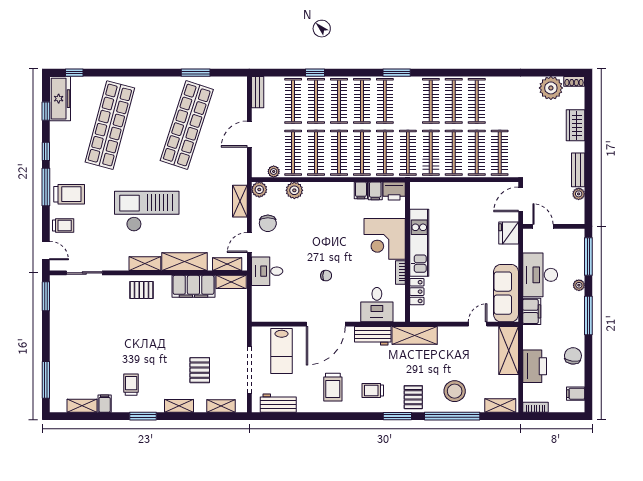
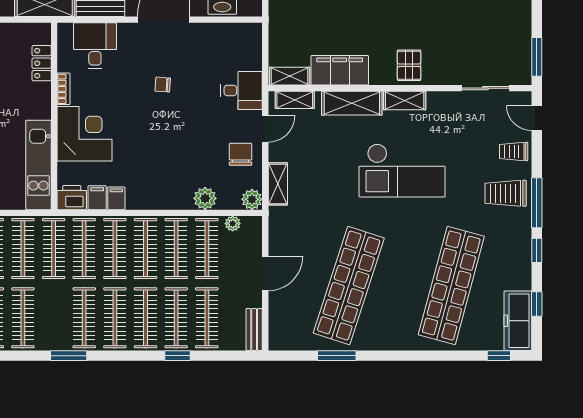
kitchen unit: (419, 243) -> (38, 165), moved
pallet: (142, 290) -> (409, 65), turned 90

